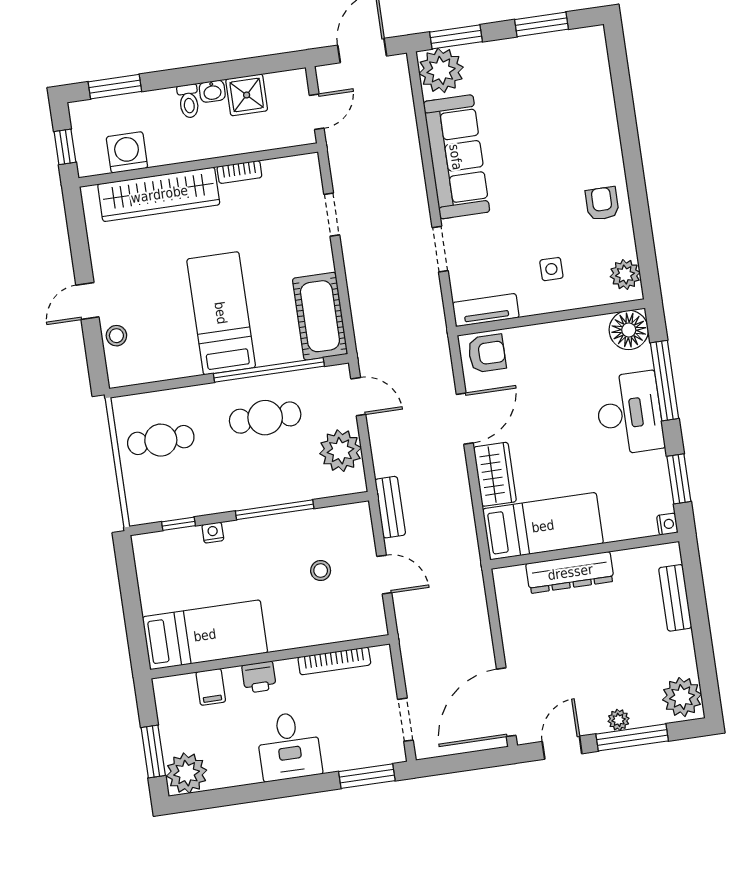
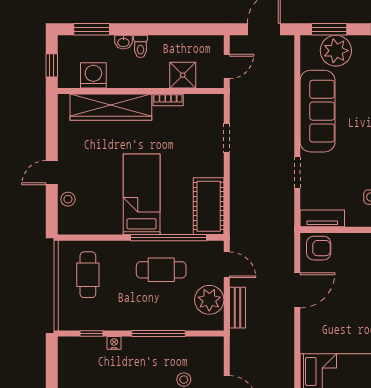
plant: (441, 70) -> (336, 51), moved
washbasin: (212, 91) -> (123, 42), moved
shower: (247, 95) -> (183, 75), moved
cafe table: (161, 440) -> (88, 275), turned 90
wardrobe: (495, 474) -> (312, 331), removed
bench: (390, 507) -> (238, 308), moved

